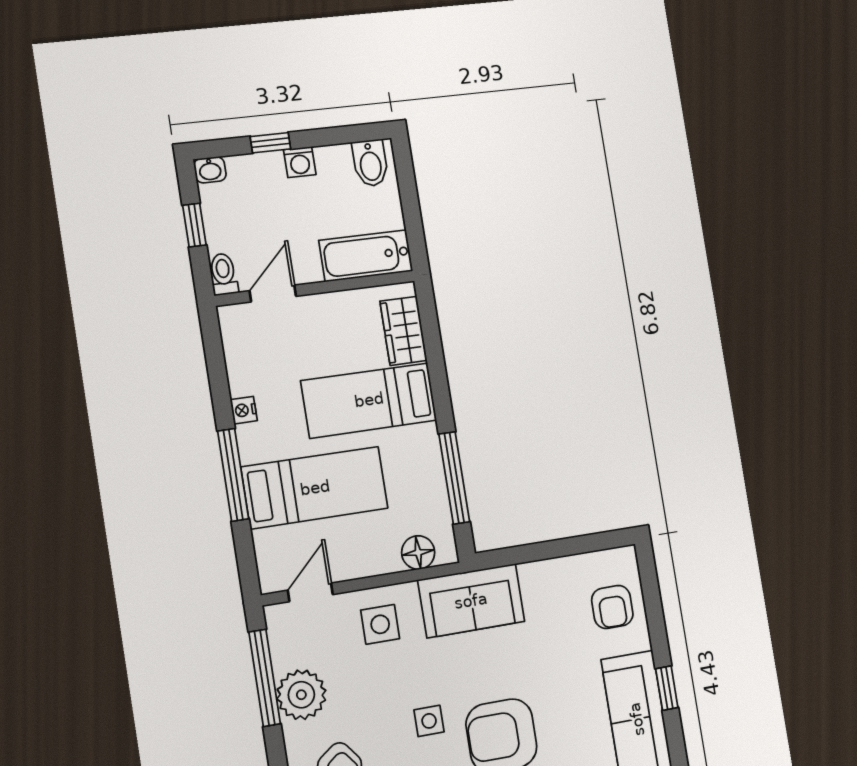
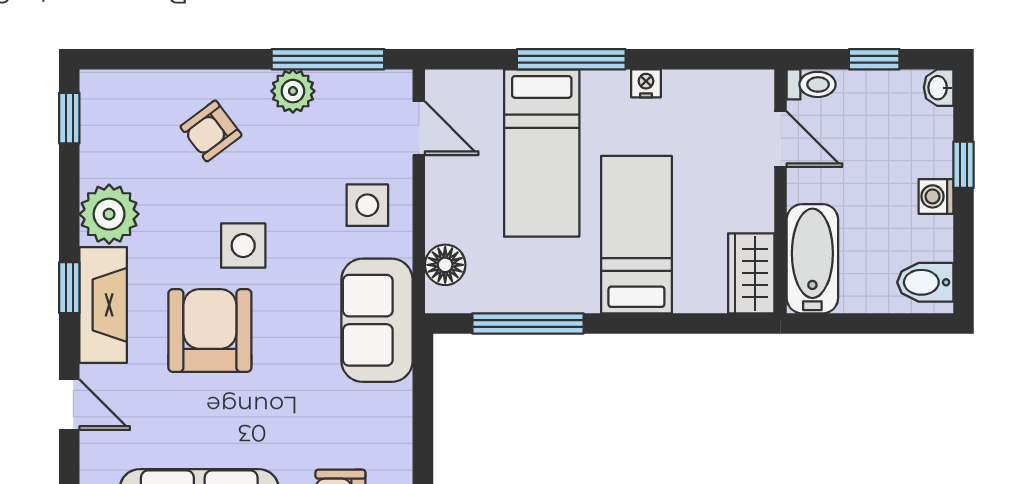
wardrobe: (403, 331) -> (751, 273), moved, turned -90
plant: (301, 695) -> (293, 91), width x0.73, depth x0.73
side table: (429, 721) -> (243, 246), width x1.37, depth x1.37

